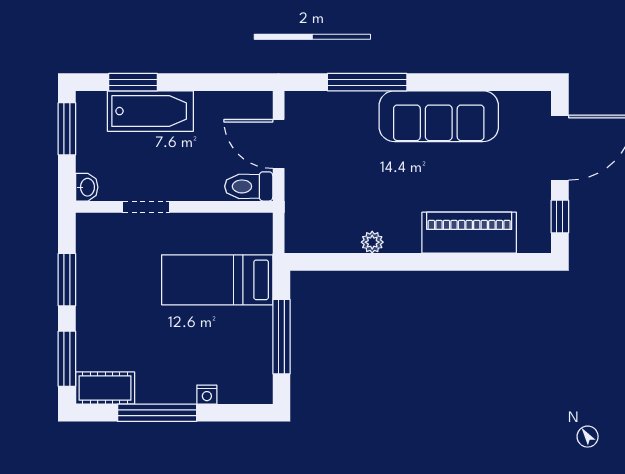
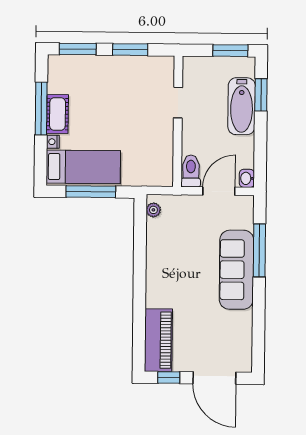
sofa: (439, 116) -> (236, 270), moved
washbasin: (87, 187) -> (247, 178), moved, turned 90
piano: (469, 233) -> (158, 340), moved
plant: (372, 242) -> (153, 210), moved
bed: (217, 280) -> (83, 167), moved, turned 90
cot: (105, 388) -> (58, 114), moved

